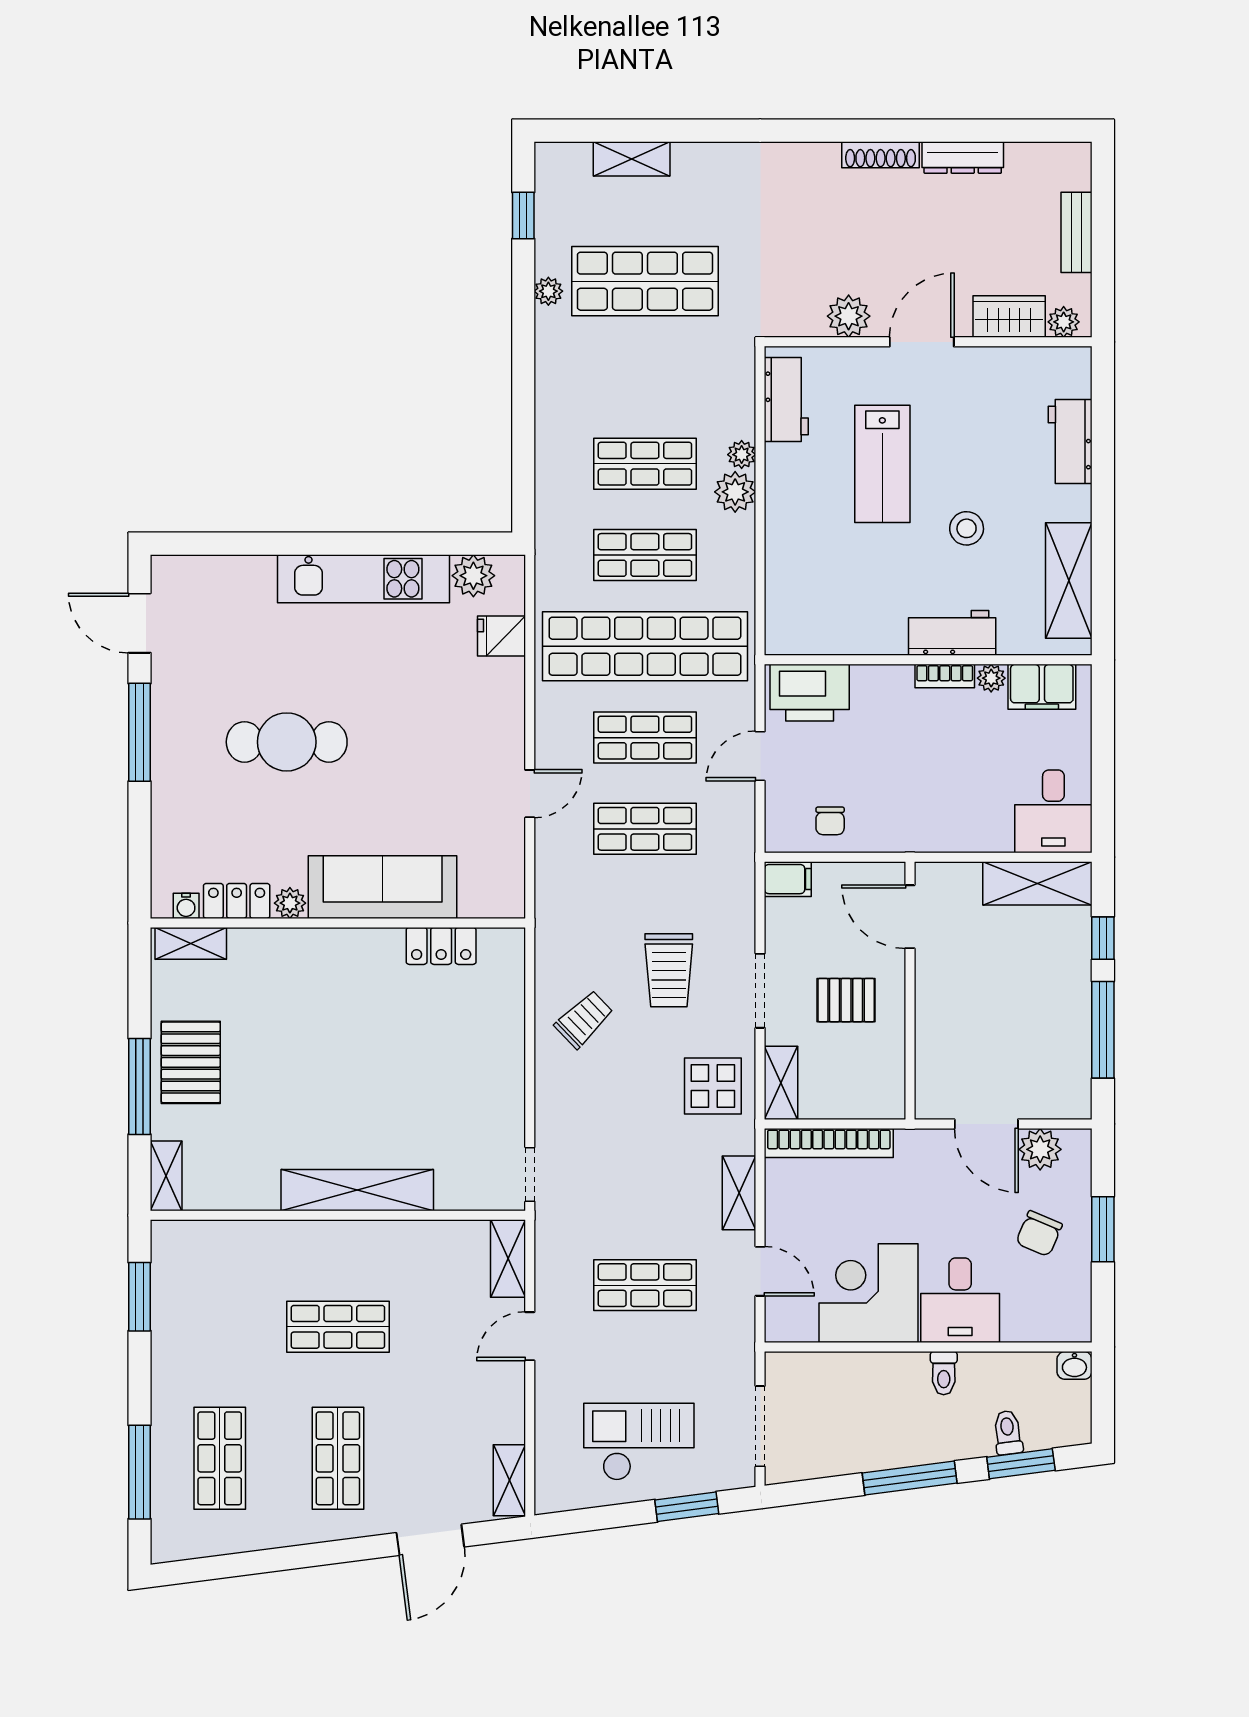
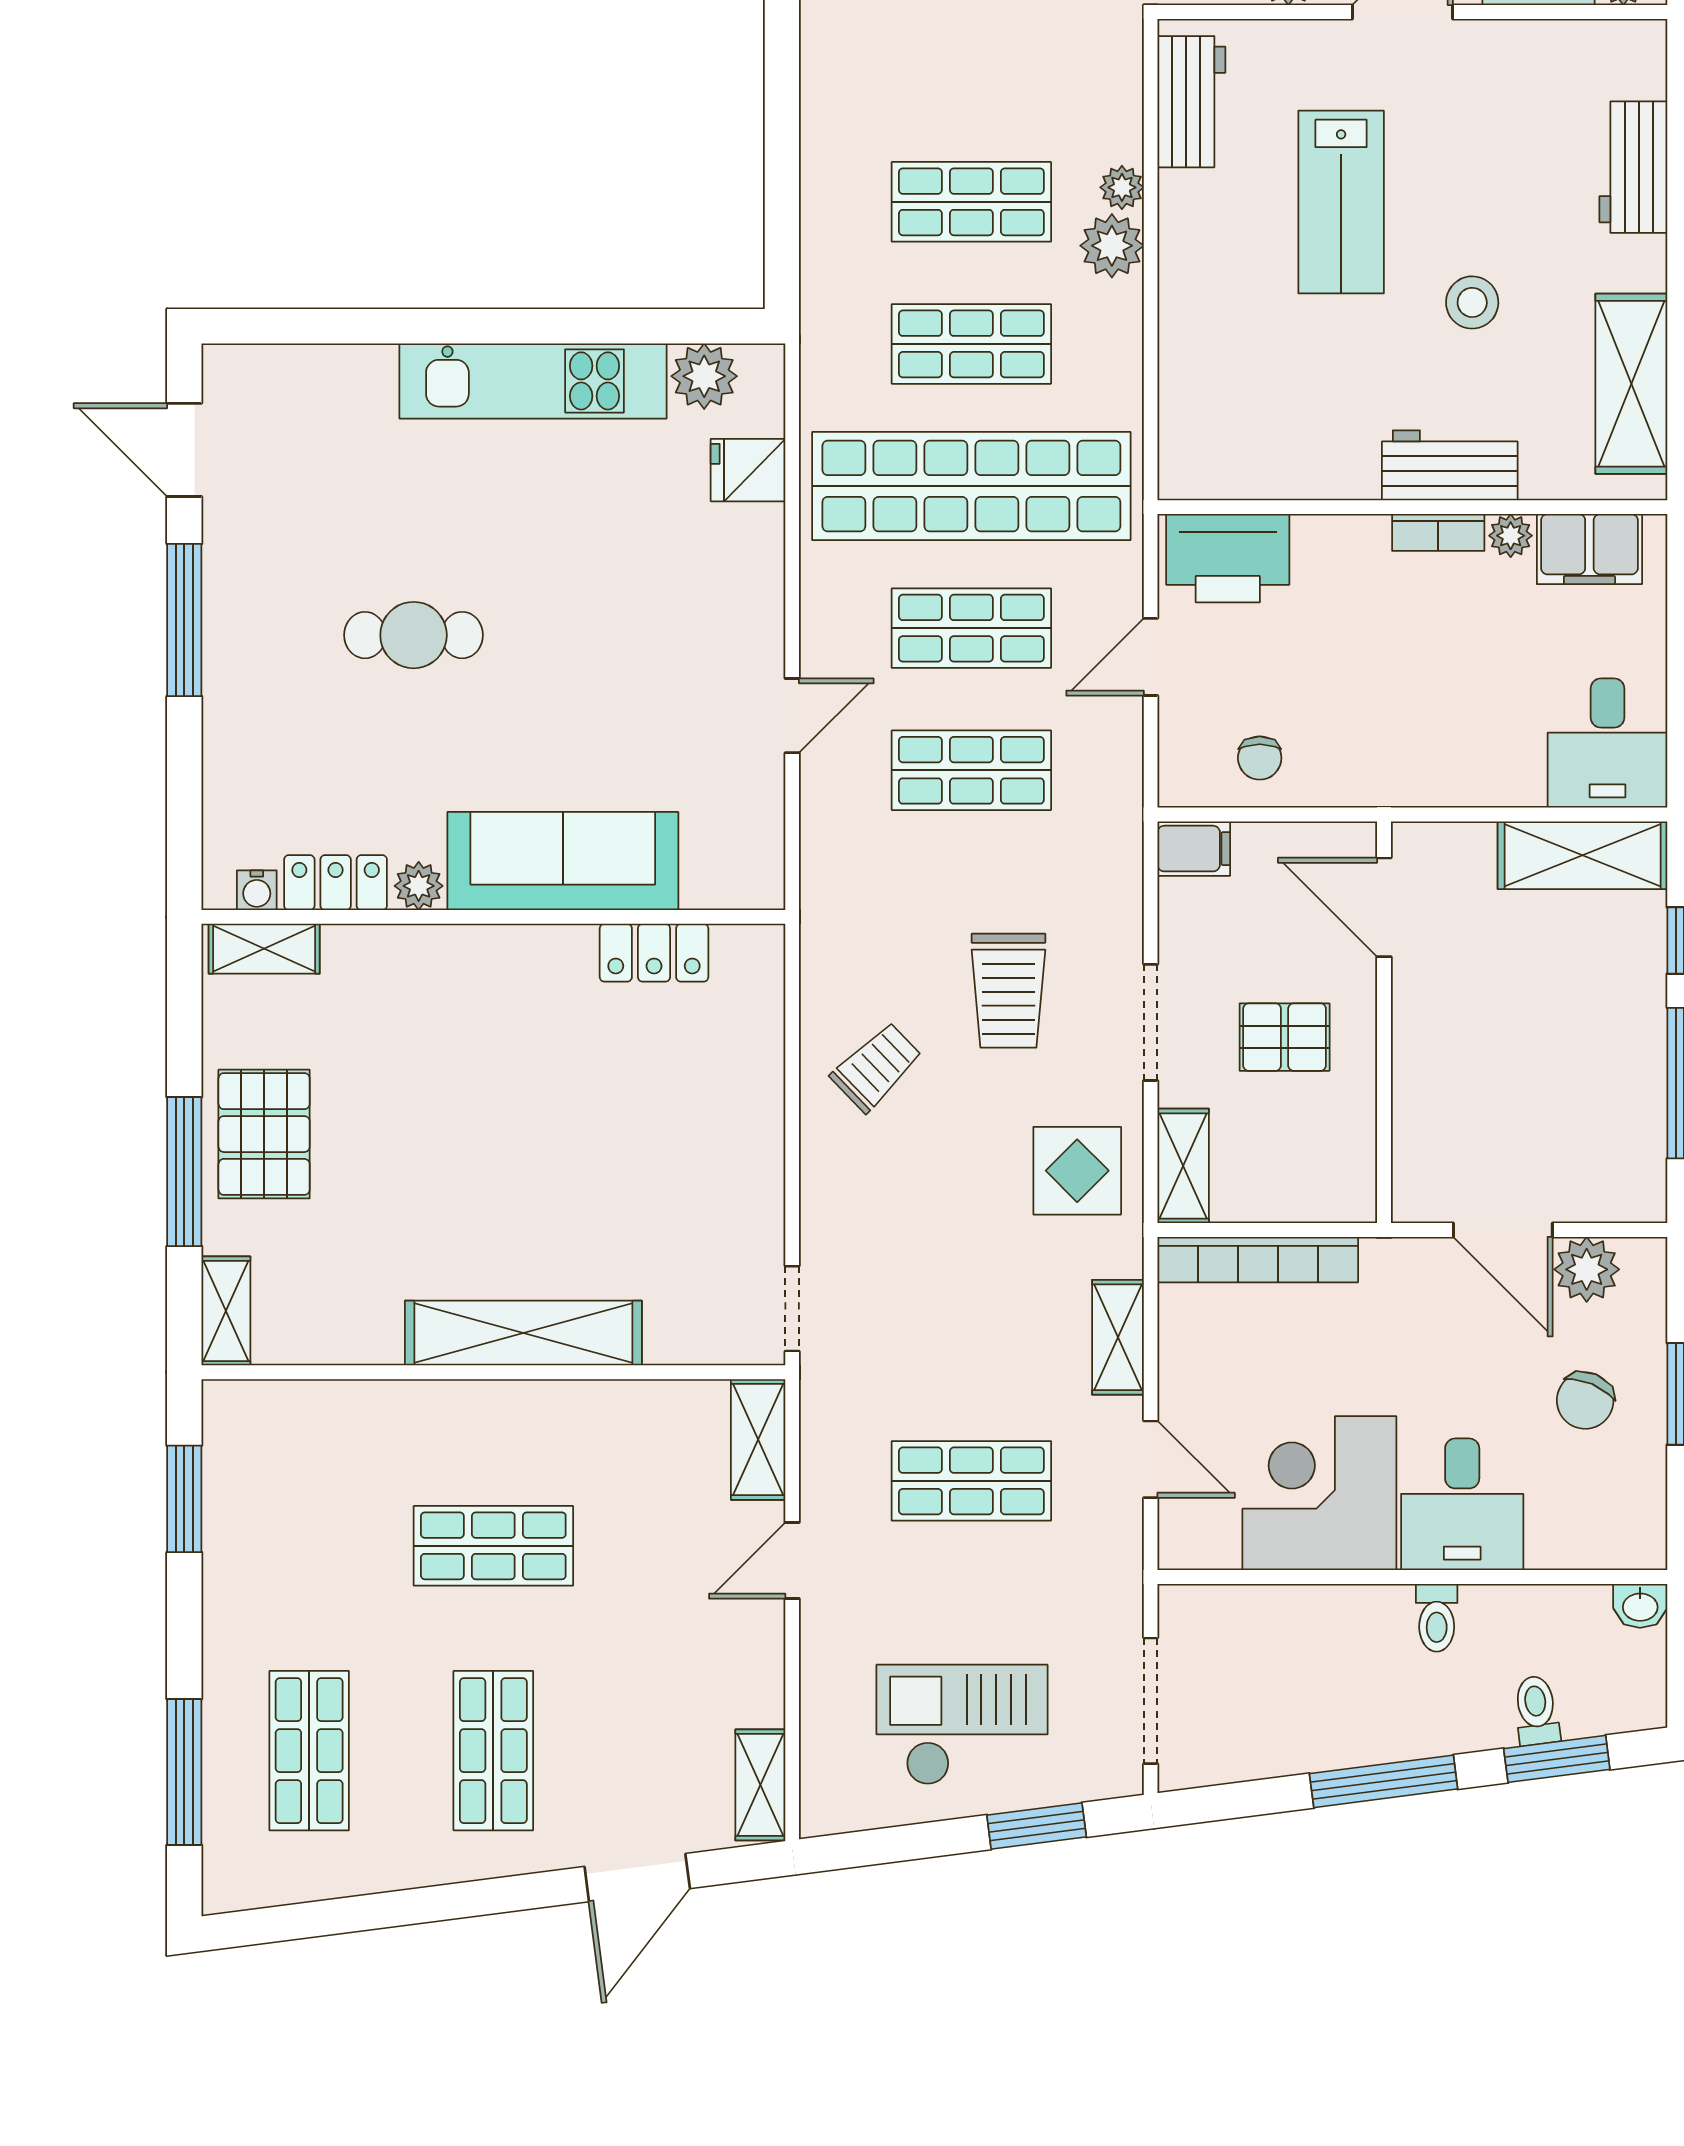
cafe table: (287, 742) -> (414, 635), width x0.73, depth x0.74

